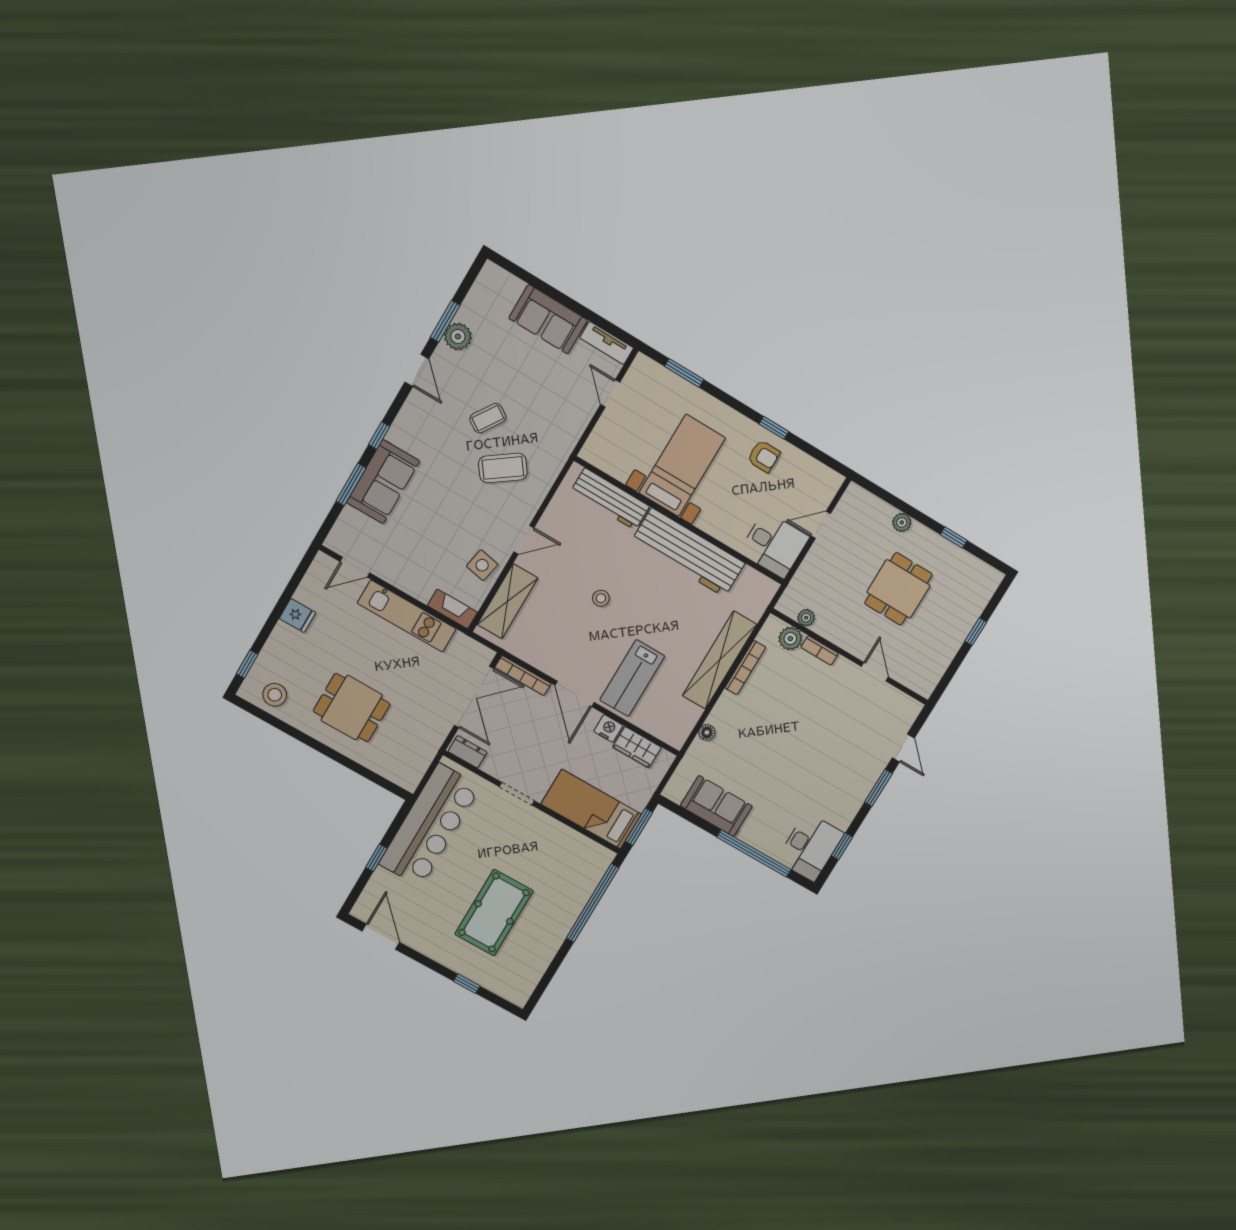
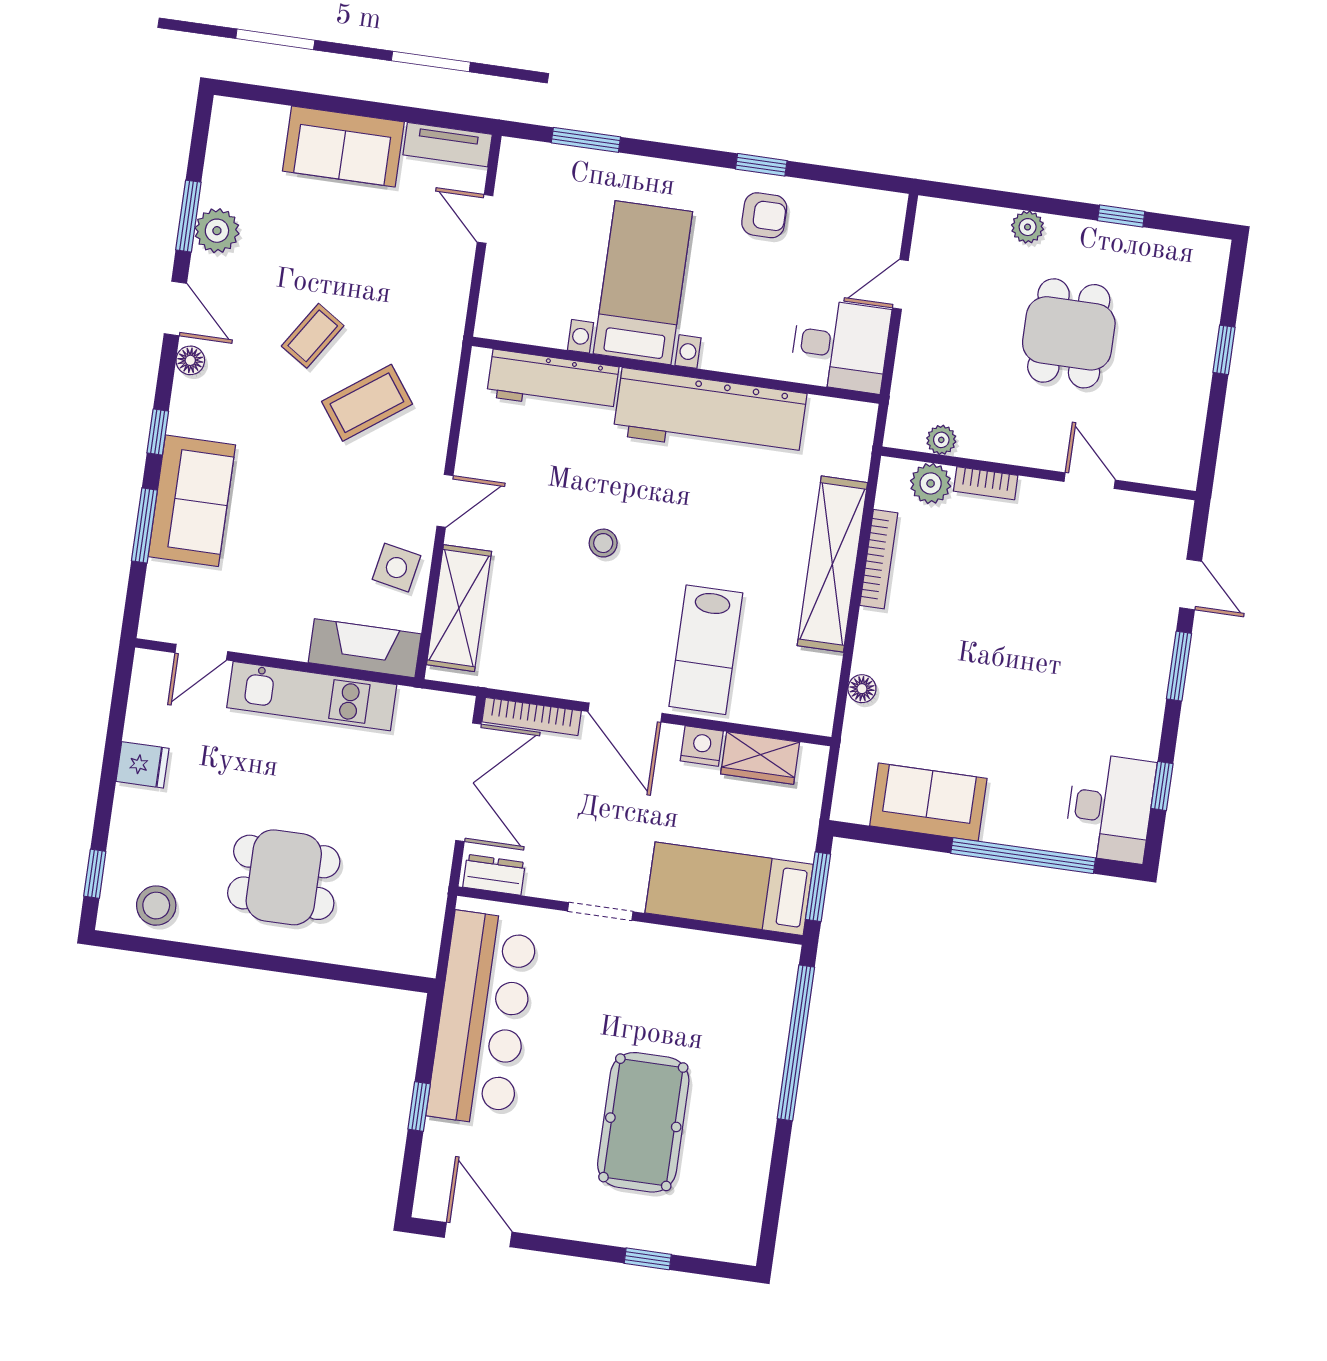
floor lamp: (414, 403) -> (190, 360), added
fireplace: (453, 609) -> (365, 648), width x1.37, depth x1.32

